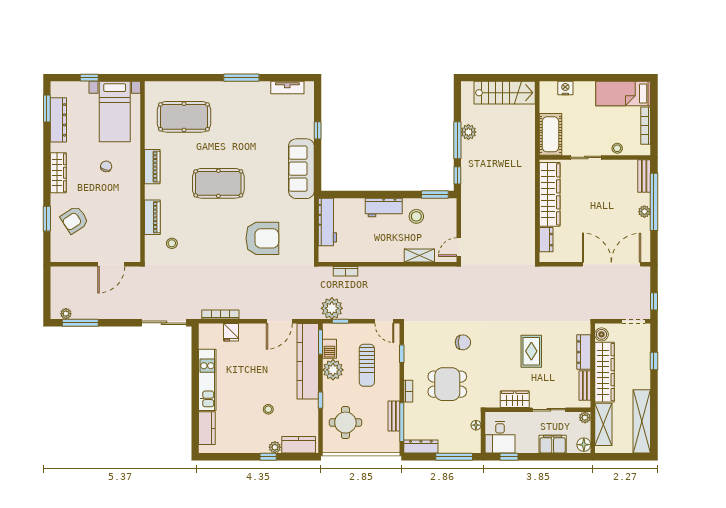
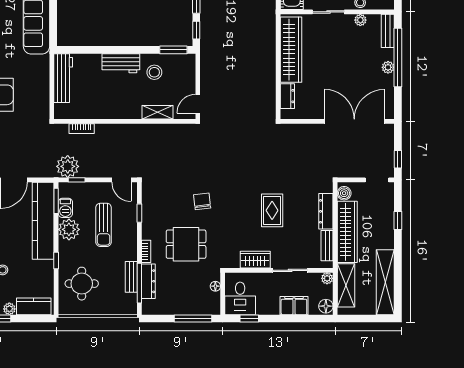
plant: (617, 165) -> (360, 20), added
chair: (463, 342) -> (202, 201), turned -97
dresser: (421, 447) -> (148, 281), moved, turned 90

